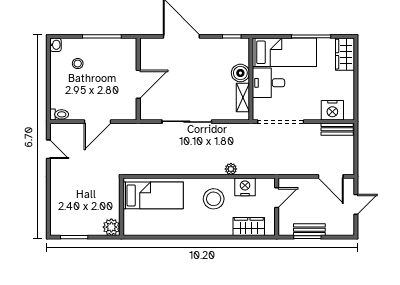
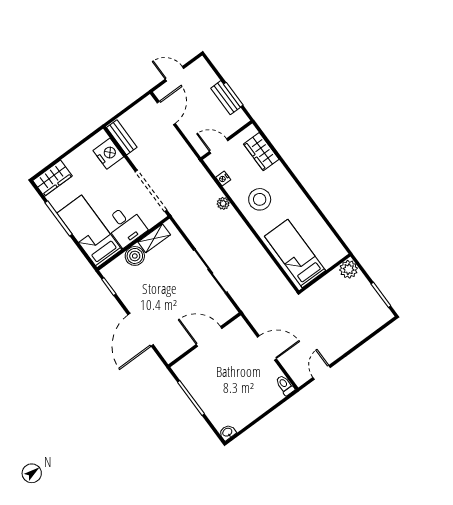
stool: (78, 64) -> (230, 402), removed
nightstand: (245, 187) -> (223, 178), width x0.53, depth x0.56

